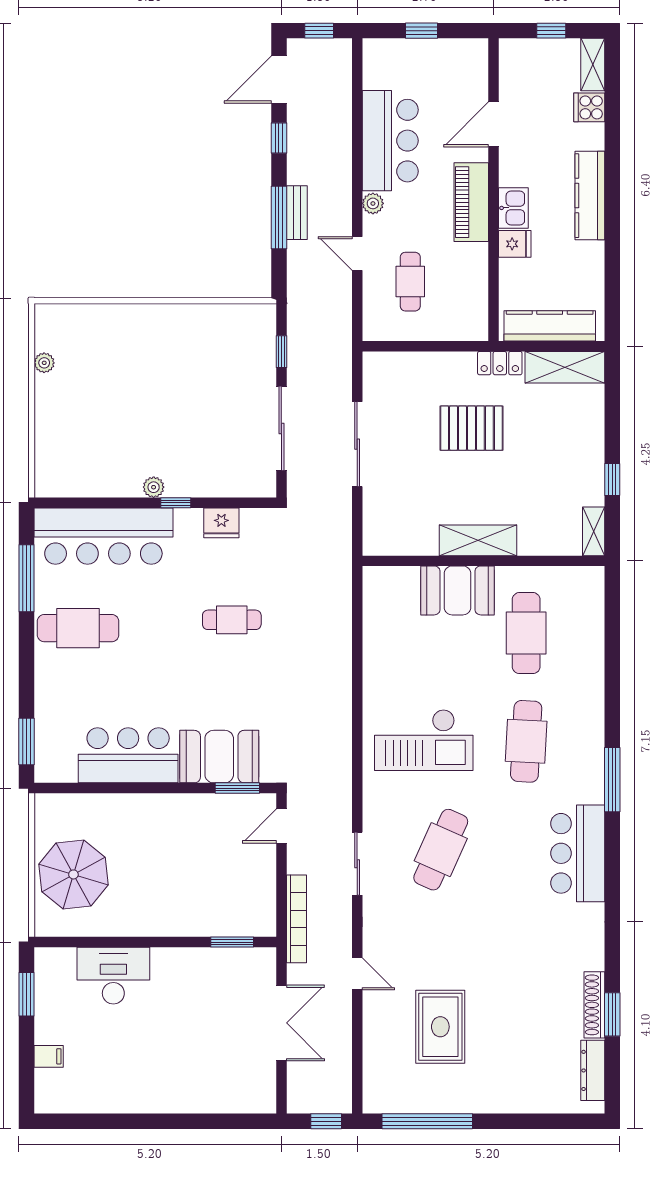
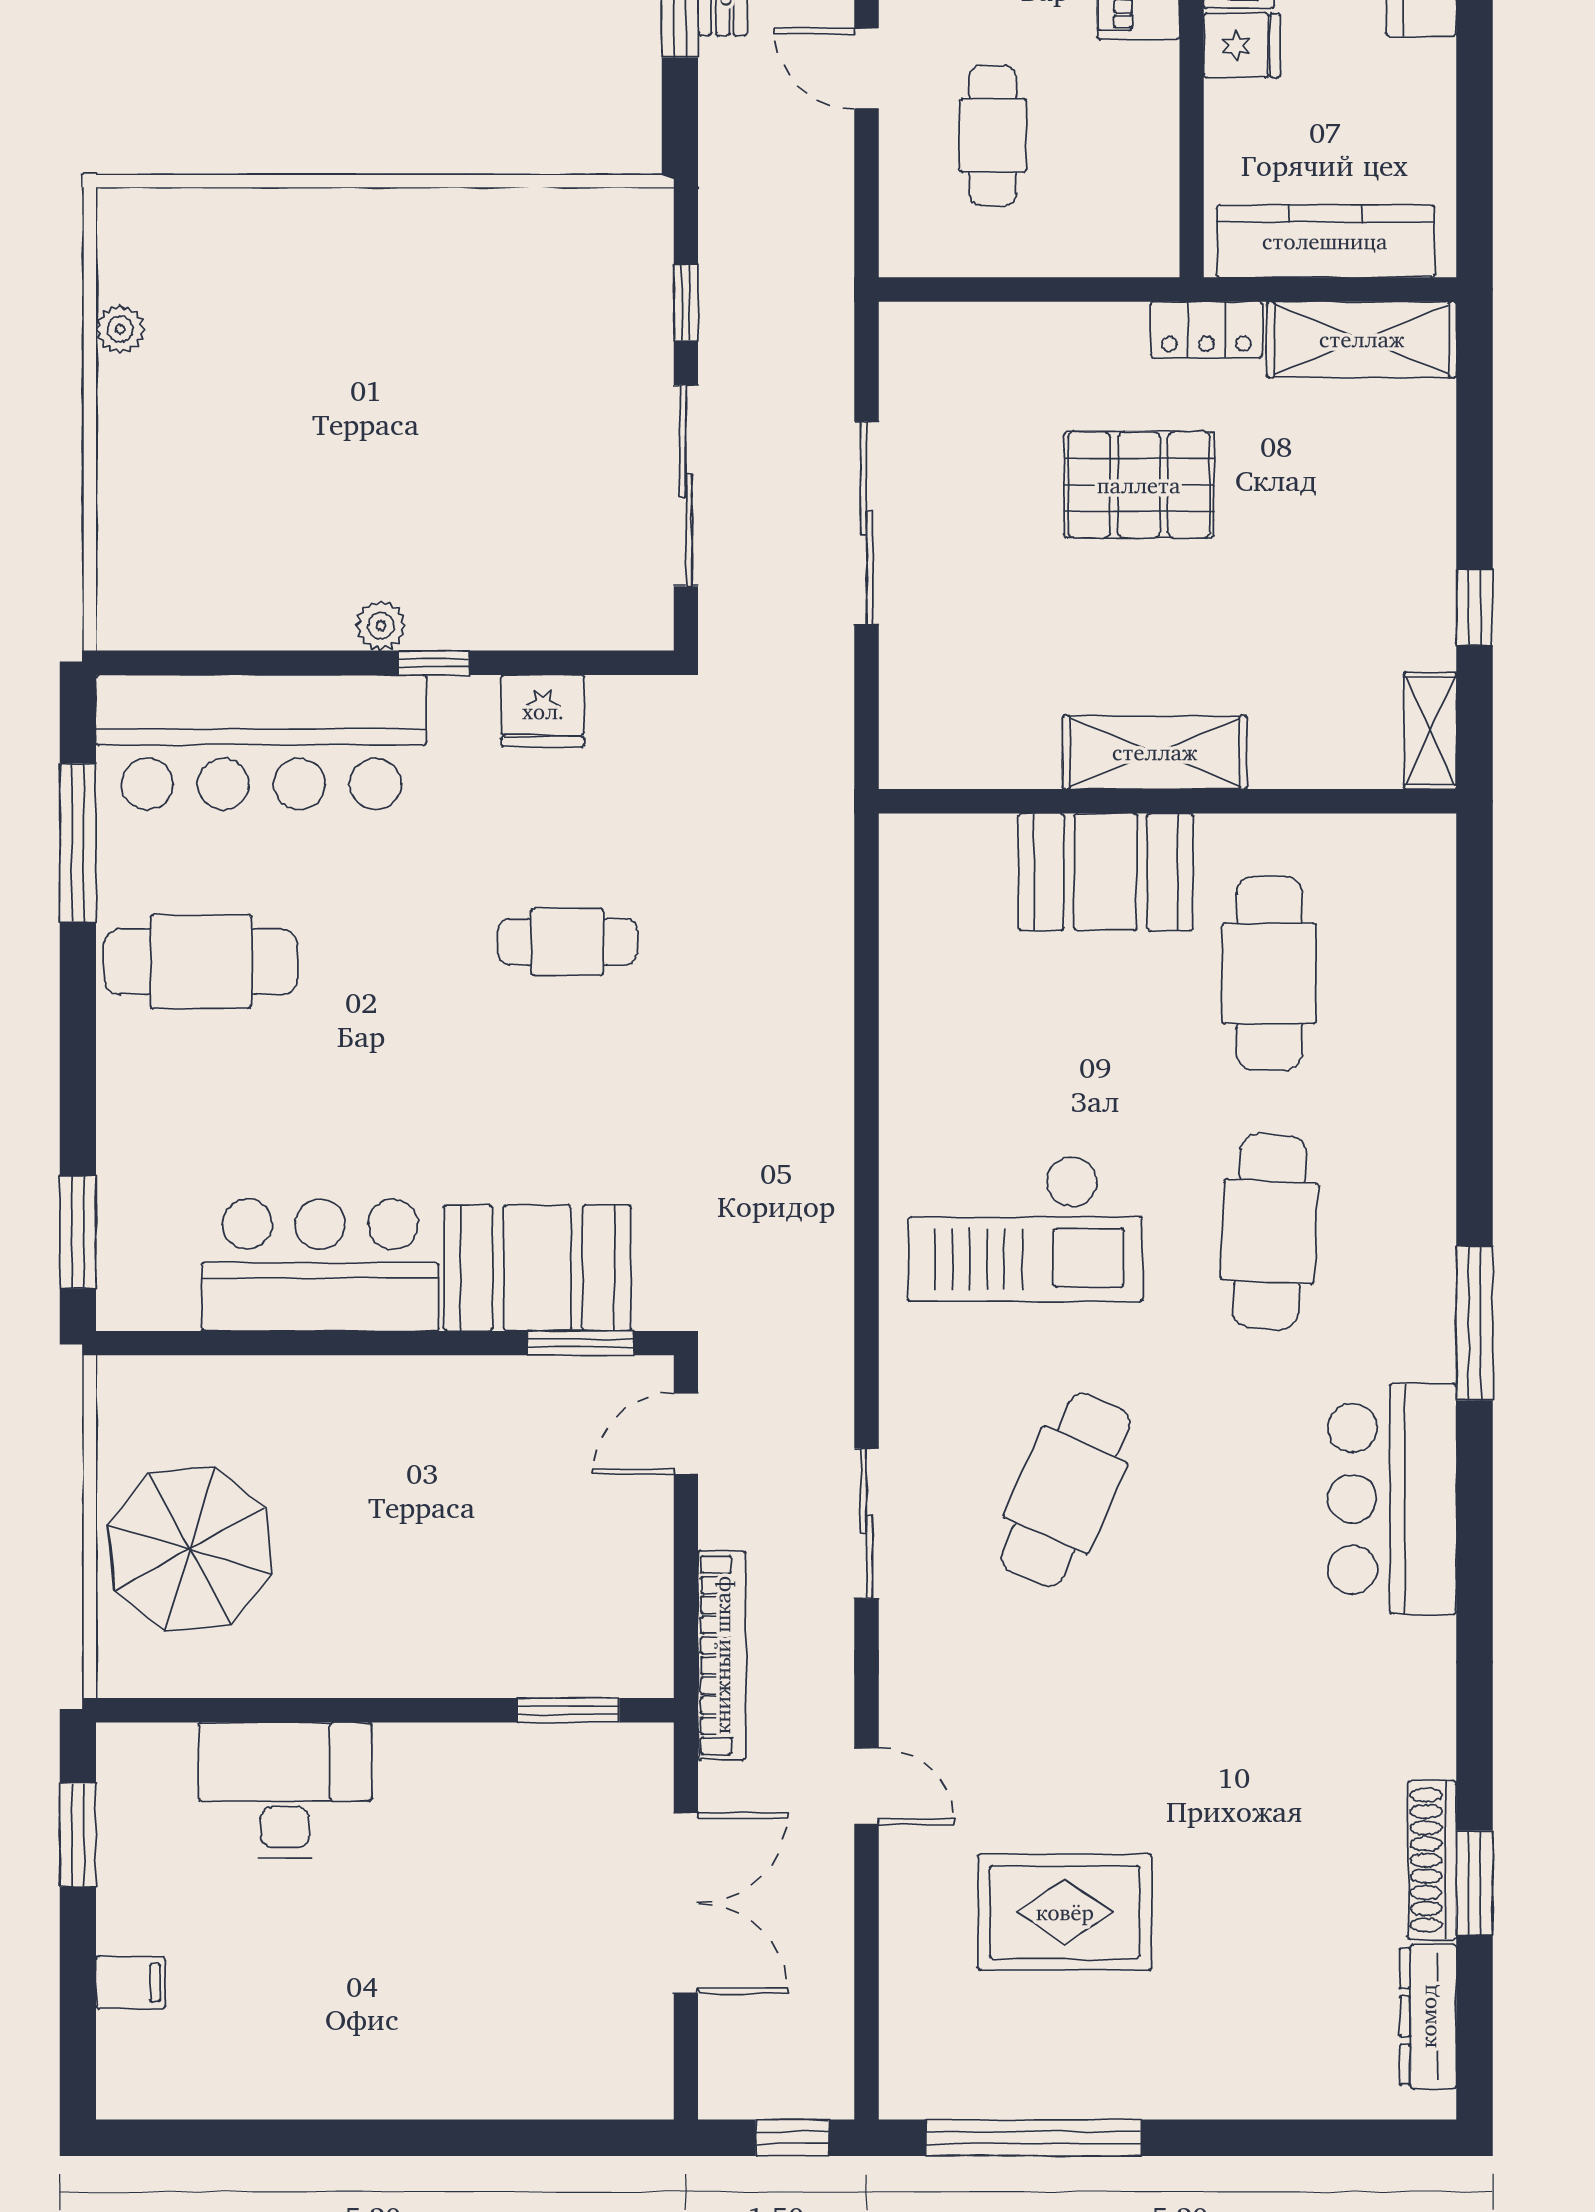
rug: (440, 1027) -> (1065, 1912), turned 90

